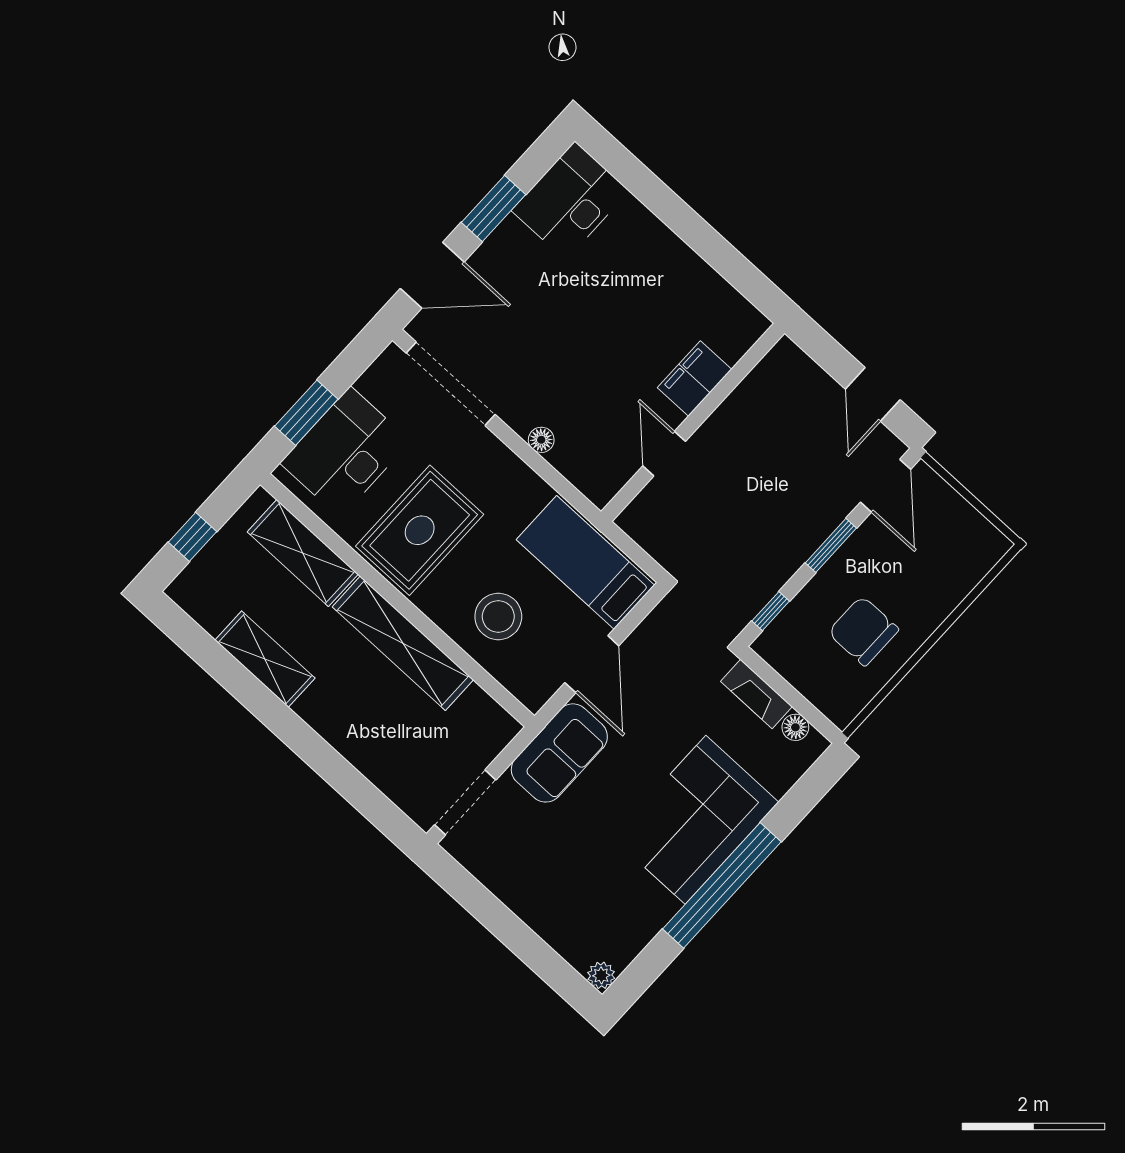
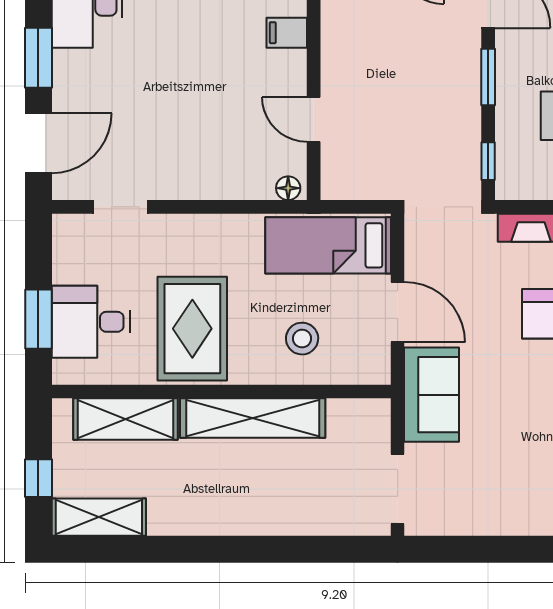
filing cabinet: (694, 379) -> (287, 33), width x0.50
doorway: (451, 384) -> (120, 207), width x0.53
floor lamp: (541, 440) -> (288, 188), moved
desk: (345, 452) -> (91, 322), width x0.73
stool: (498, 616) -> (302, 339), width x0.73, depth x0.73
shelving: (265, 659) -> (99, 517), moved

